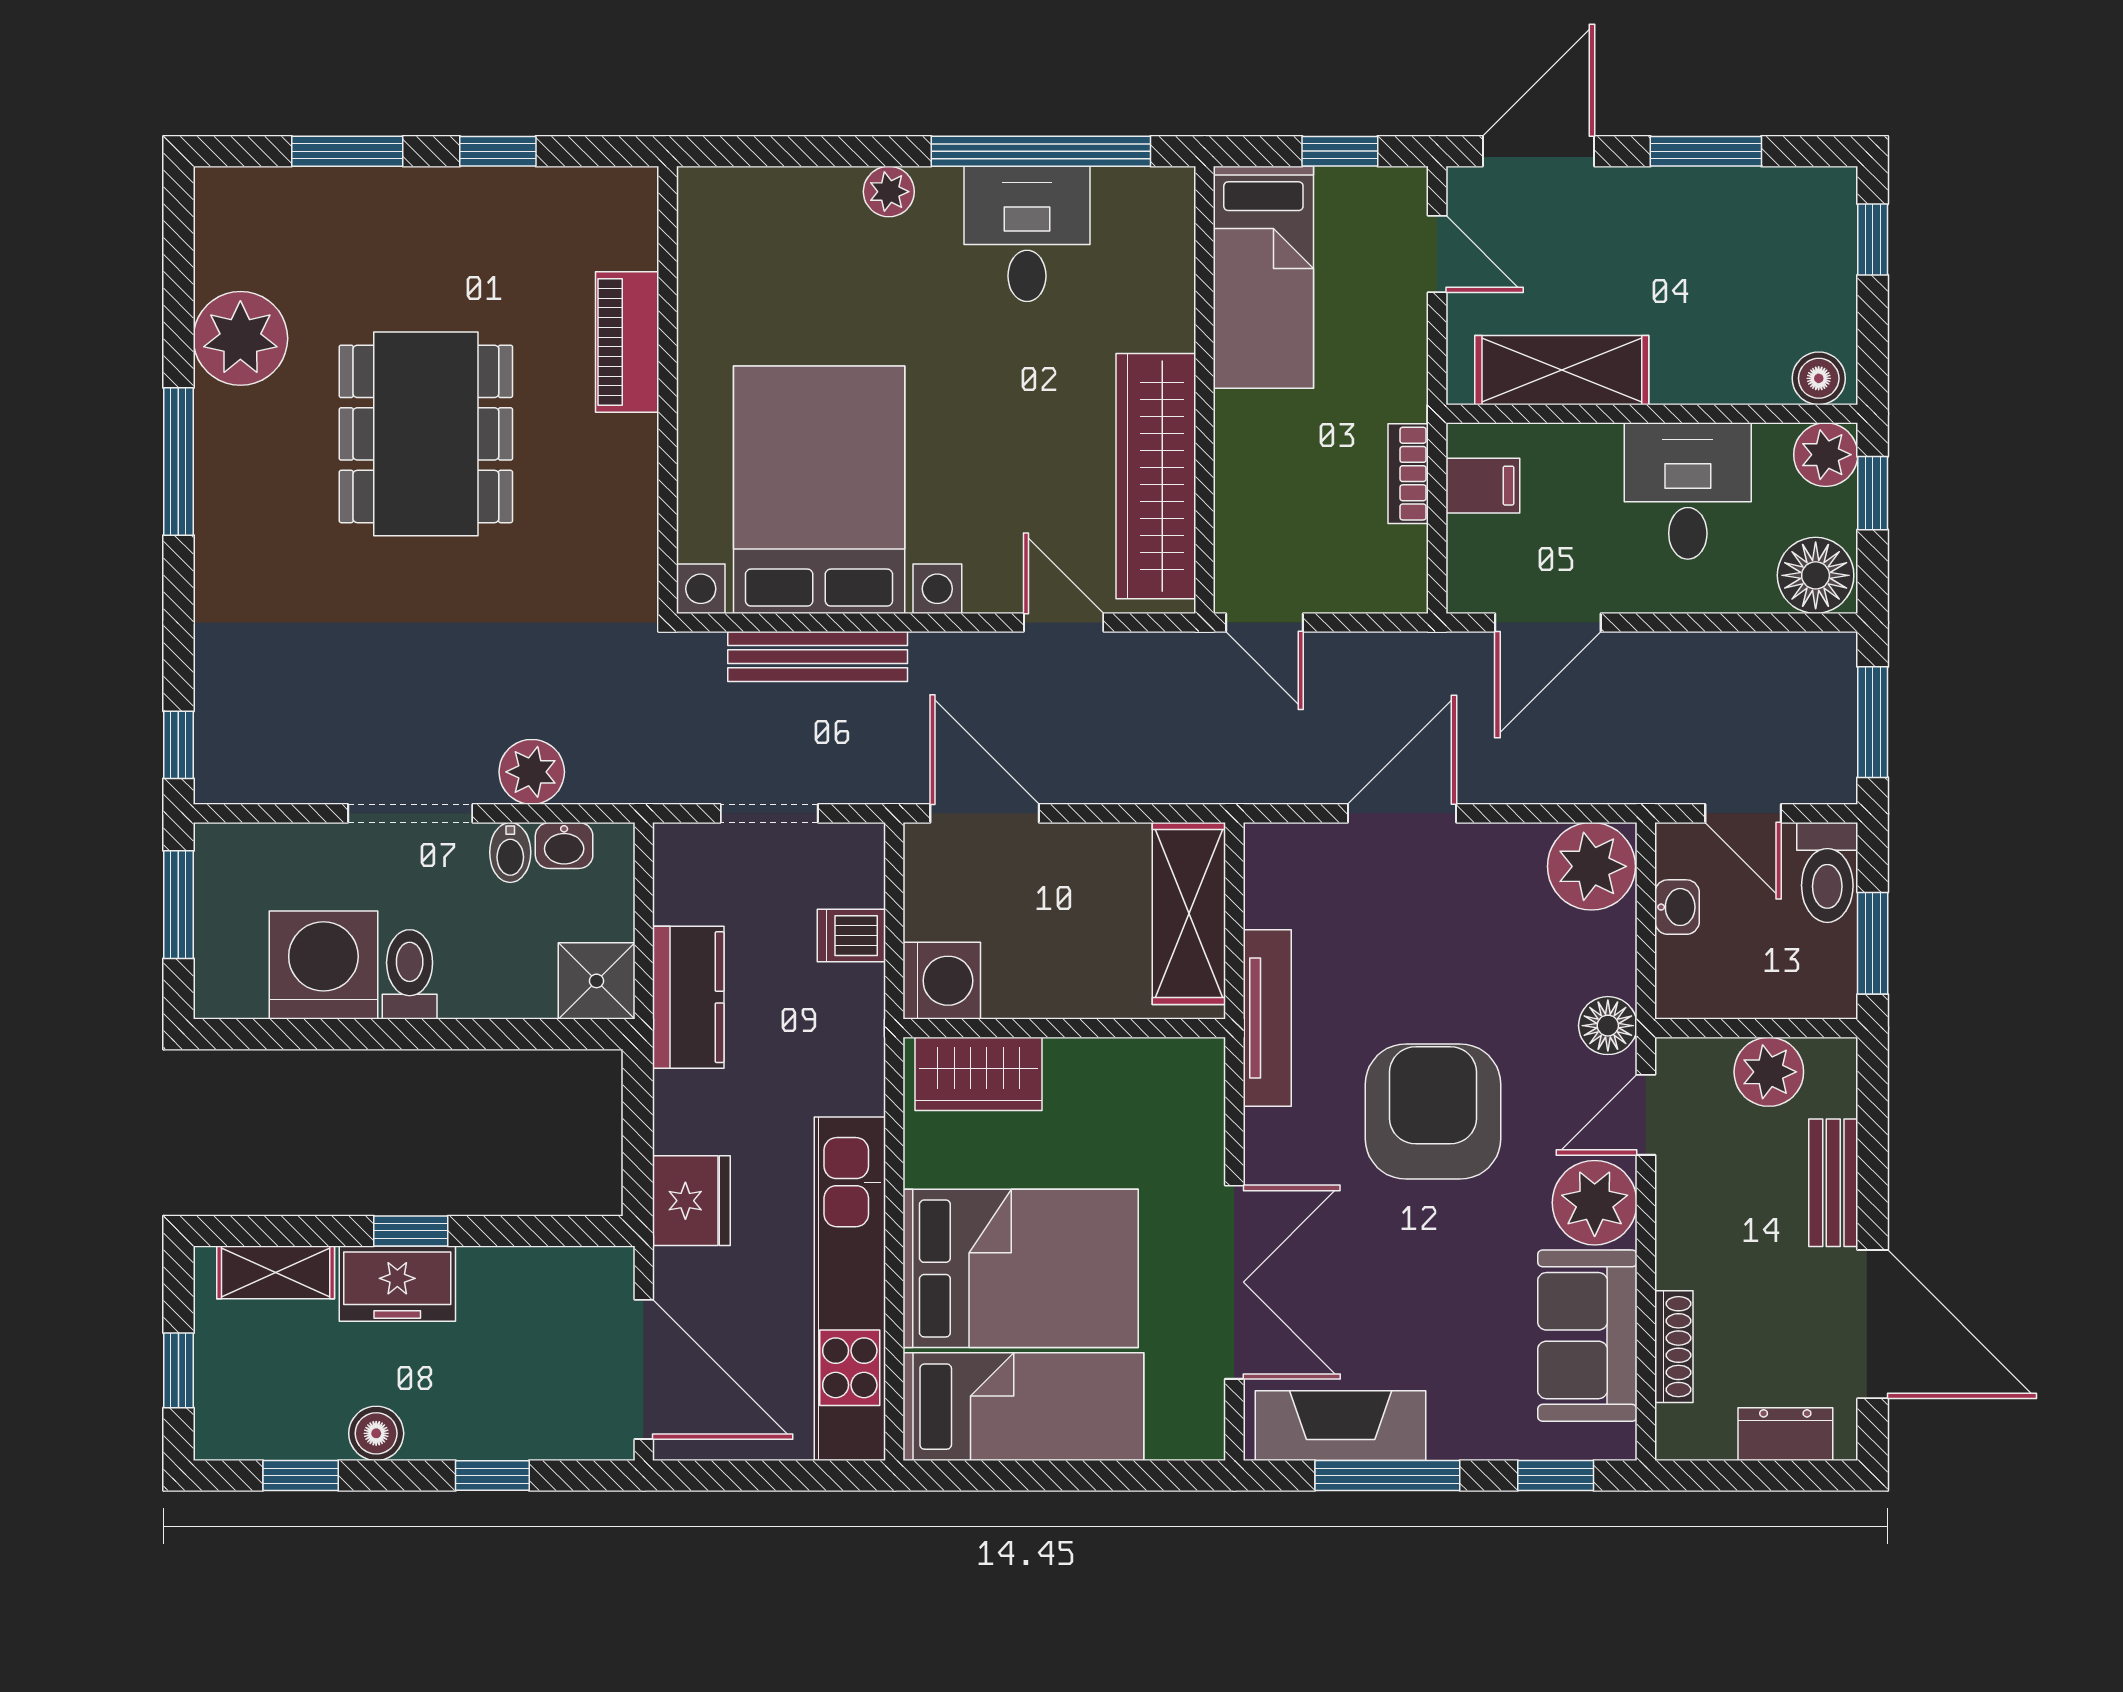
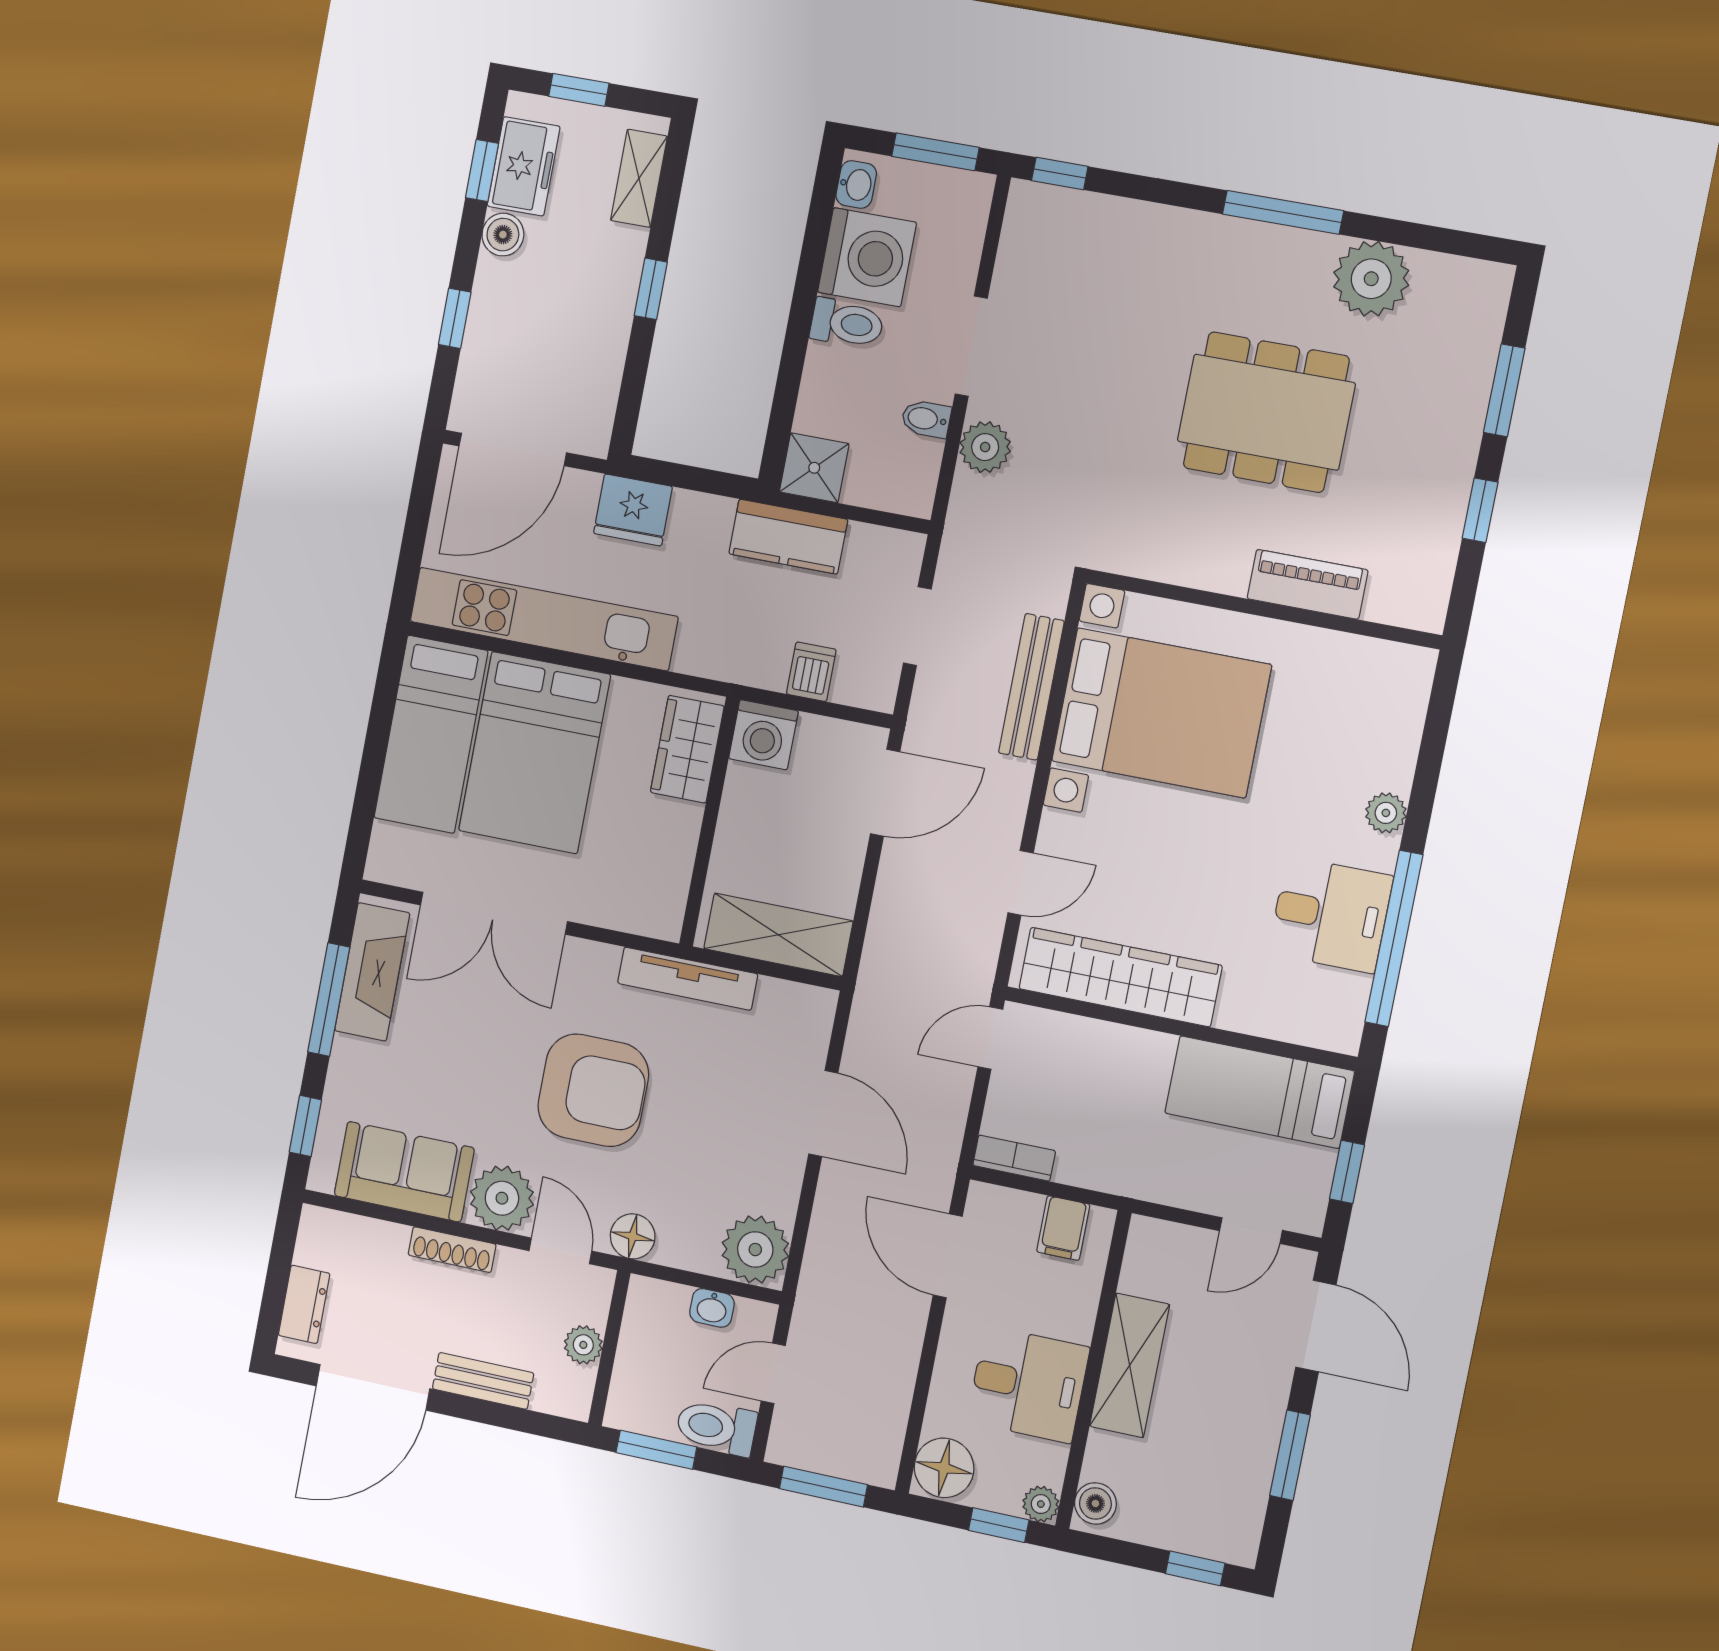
shelving: (1562, 370) -> (1130, 1365), moved
plant: (1826, 455) -> (1041, 1504), width x0.73, depth x0.73
bookcase: (1408, 474) -> (1014, 1158), moved
washbasin: (564, 845) -> (856, 185), moved, turned 180
plant: (1769, 1072) -> (583, 1345), width x0.73, depth x0.73
freezer: (397, 1284) -> (524, 166), moved, turned 180
shoe rack: (1674, 1347) -> (452, 1250), moved

